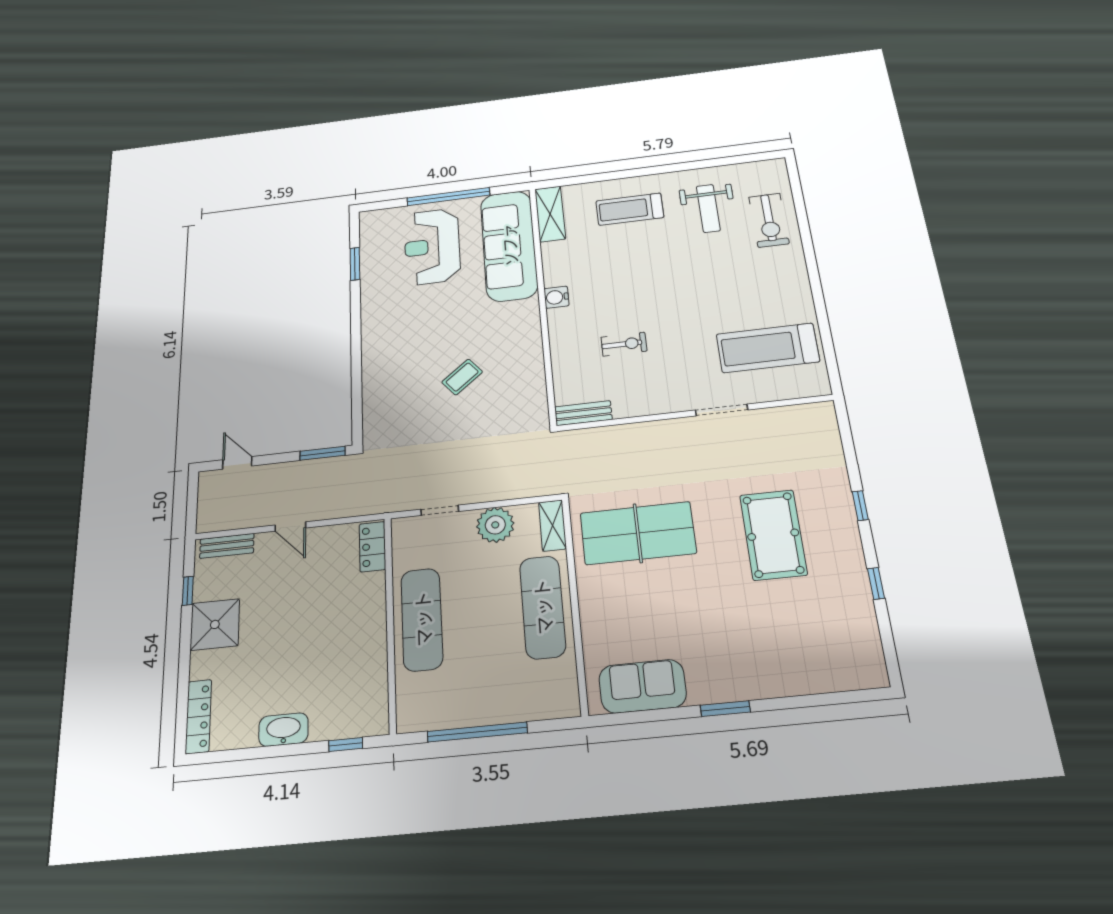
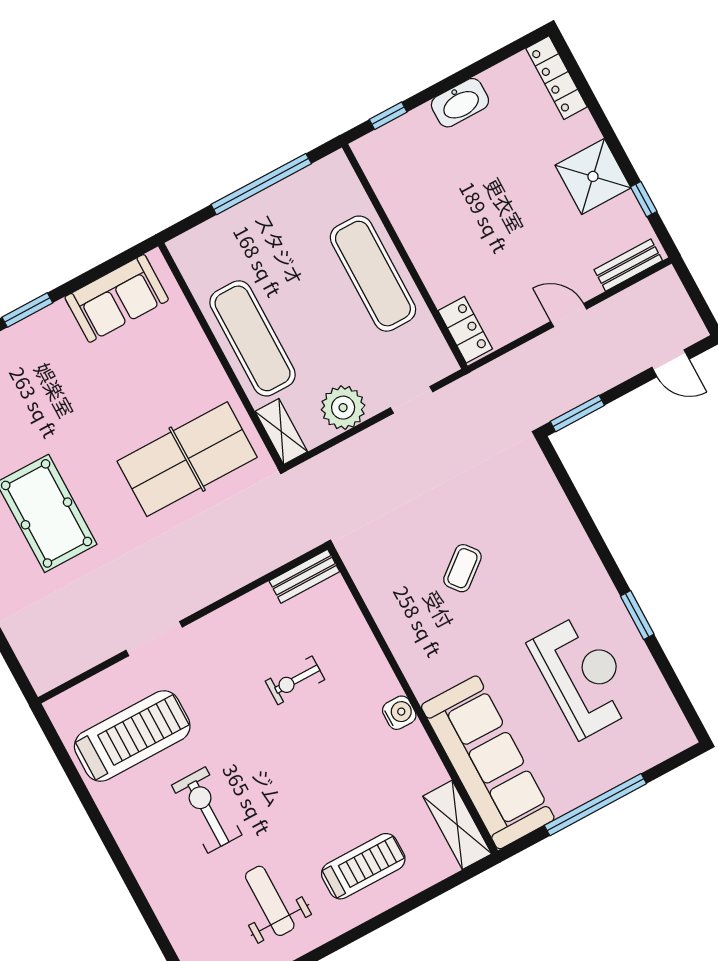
exercise bike: (769, 220) -> (207, 810), moved
reception desk: (432, 246) -> (583, 676), moved
window: (355, 264) -> (637, 615), moved

